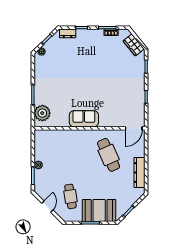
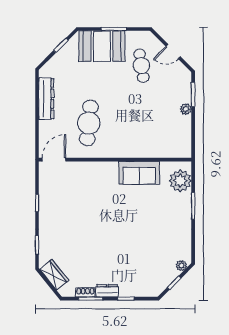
dresser: (68, 33) -> (107, 291), moved
sofa: (84, 119) -> (139, 173), moved
cafe table: (109, 155) -> (89, 123), turned 30
door: (47, 207) -> (173, 52), hinge flipped

